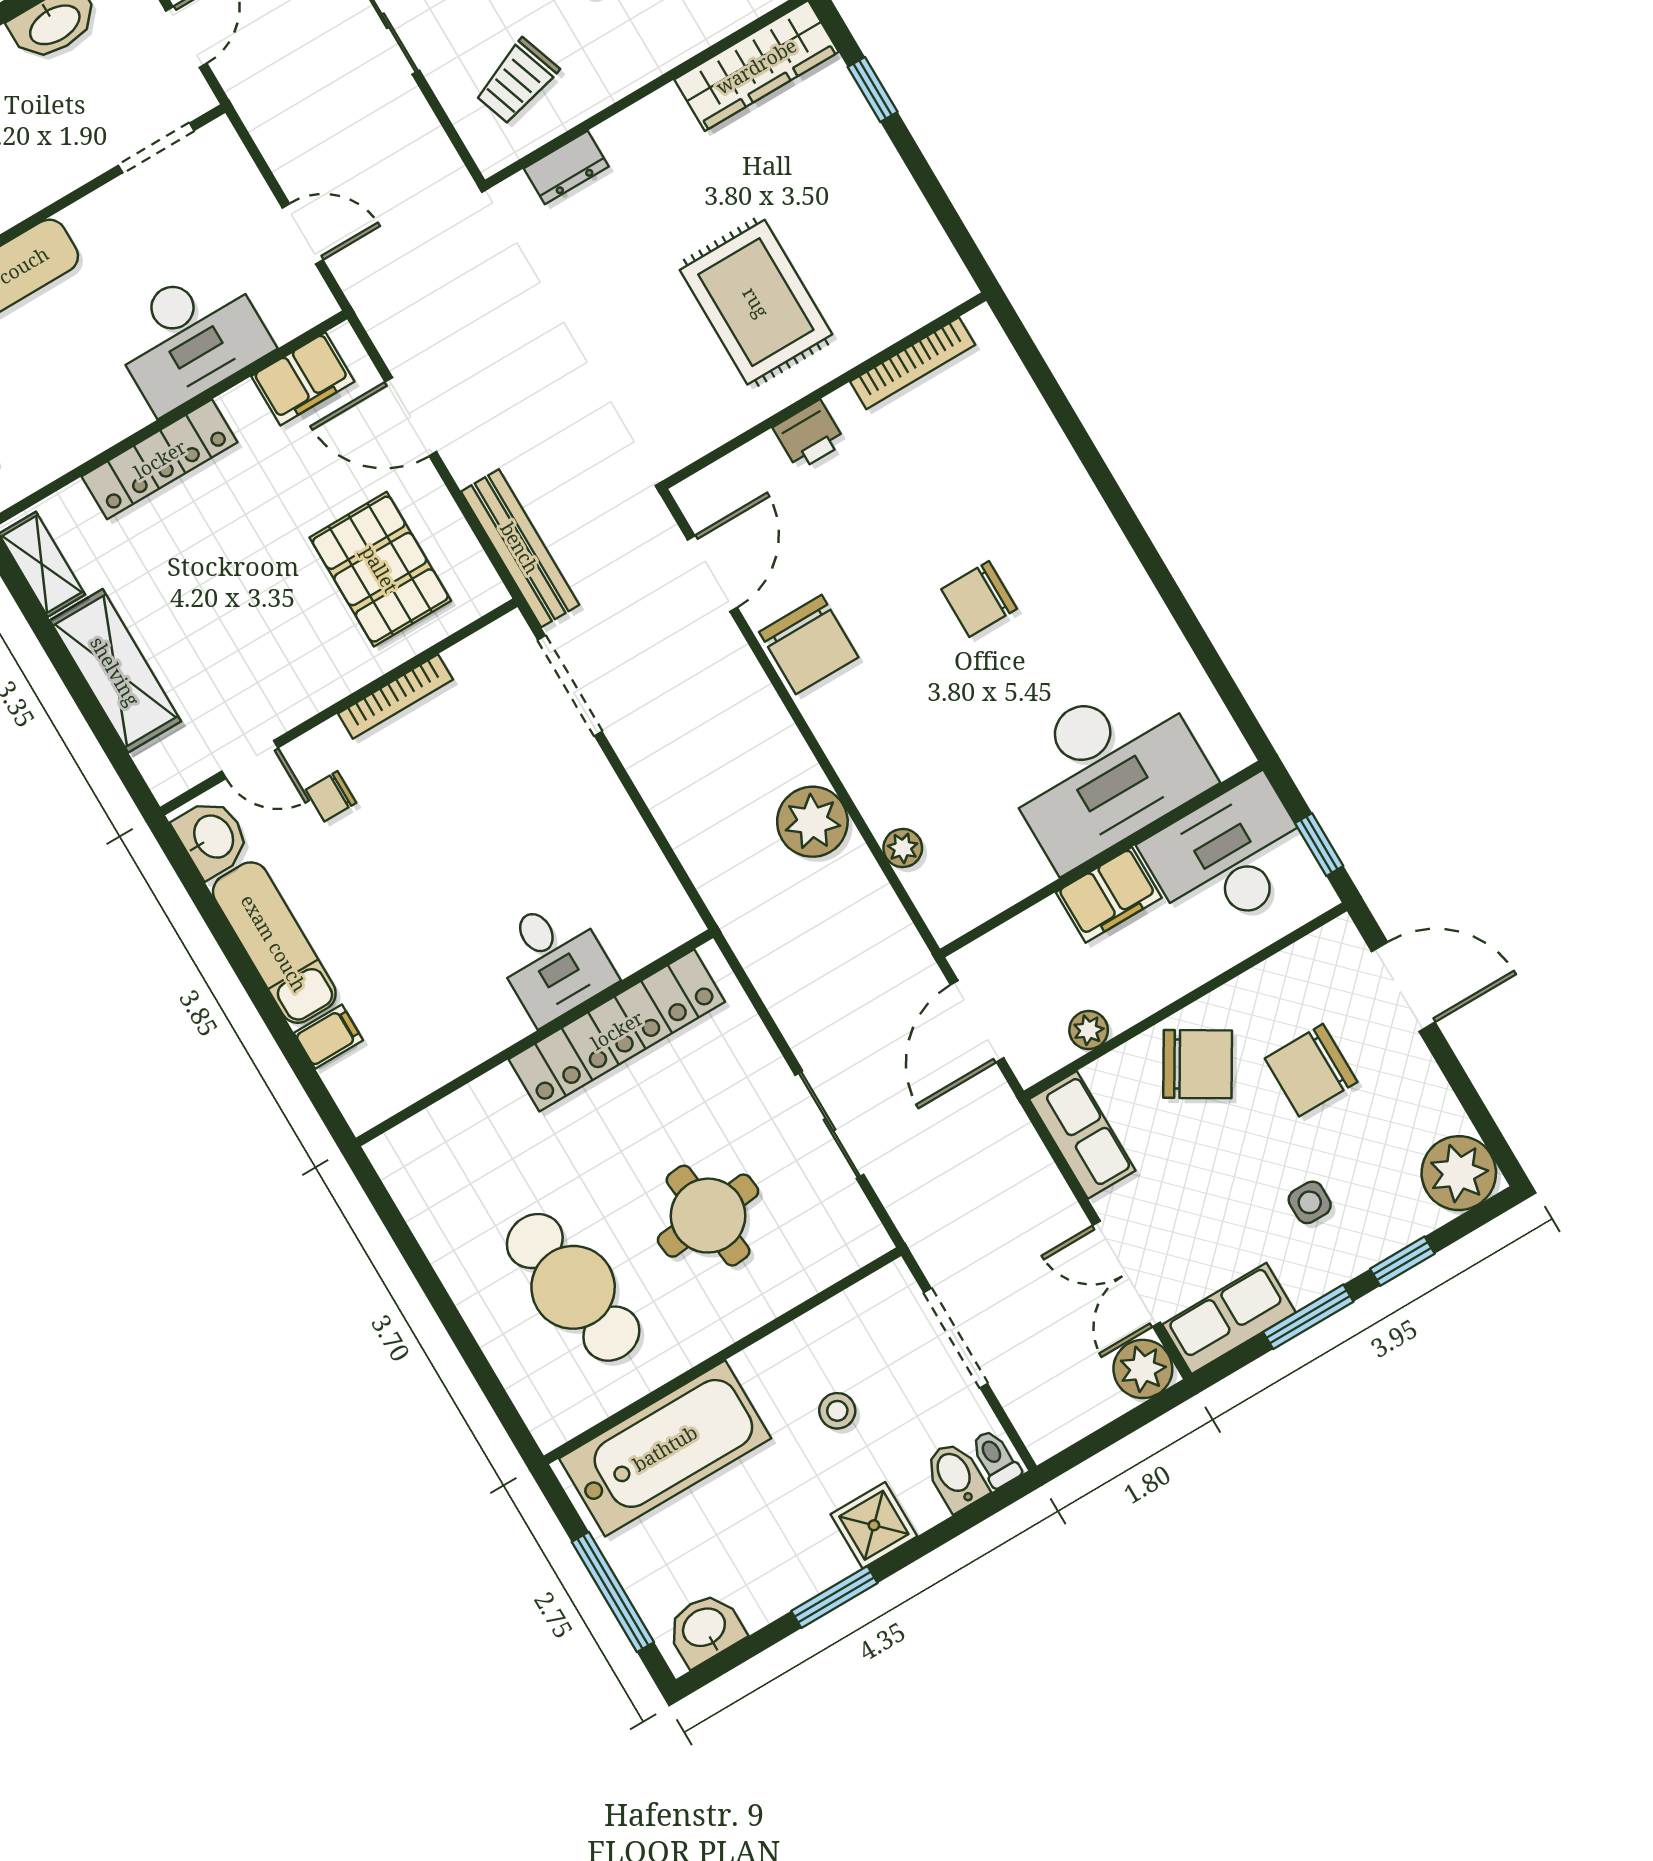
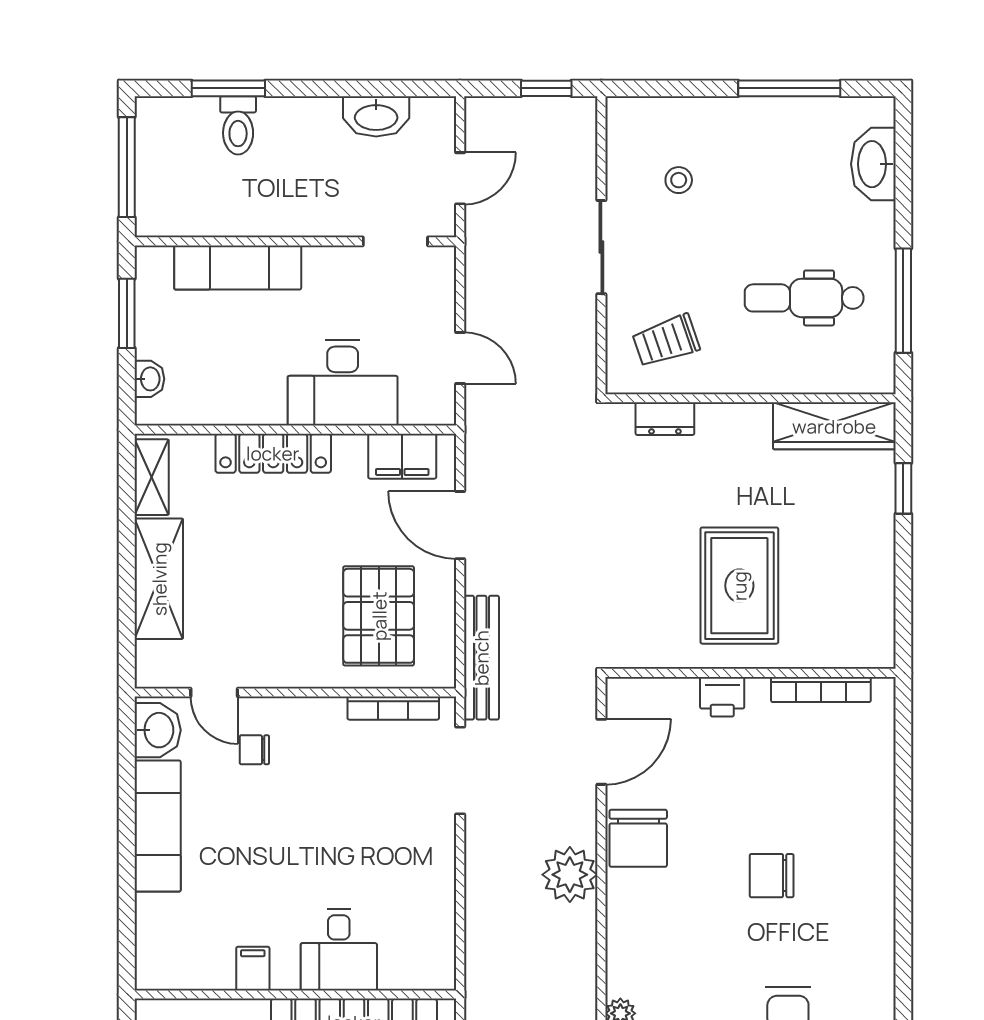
bookcase: (395, 696) -> (393, 708), moved
plant: (812, 822) -> (570, 875), moved
filing cabinet: (328, 1037) -> (253, 969), moved, turned -90

